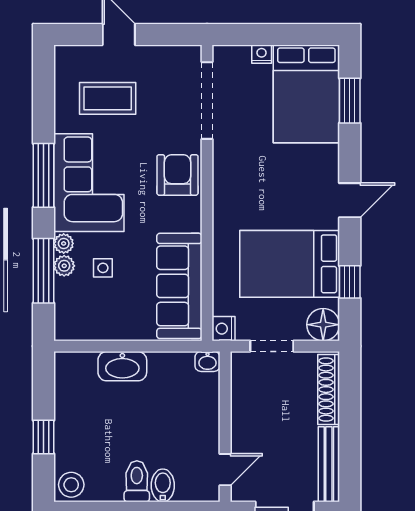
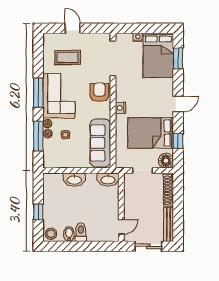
nightstand: (224, 329) -> (120, 108), moved
washbasin: (208, 361) -> (108, 180), width x1.91, depth x1.45
bidet: (163, 485) -> (69, 234), moved

